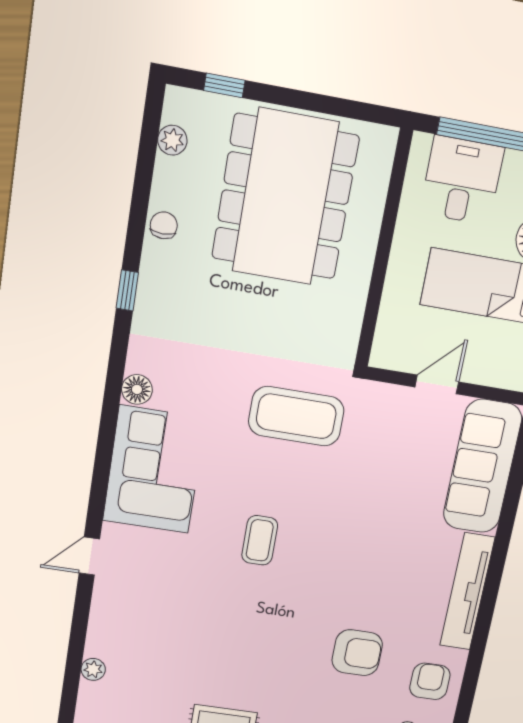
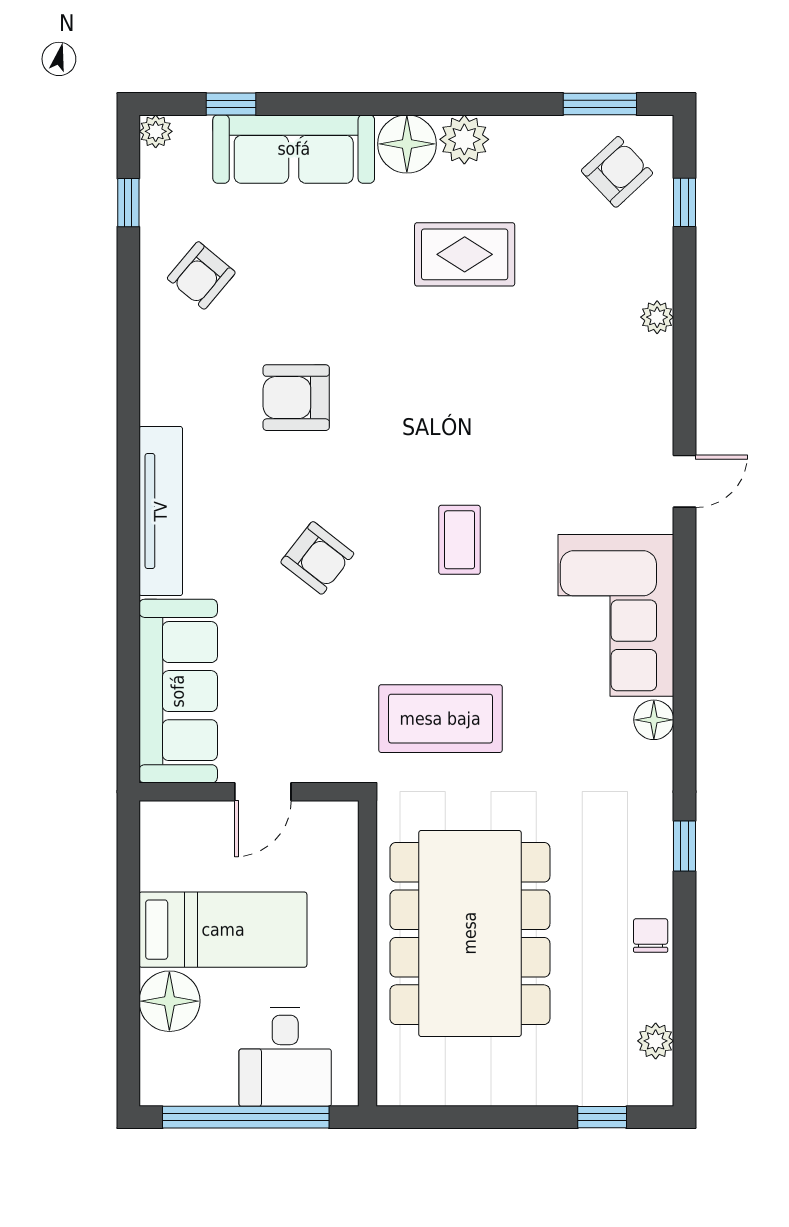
dining table: (285, 197) -> (470, 933), moved
chair: (164, 225) -> (651, 936), turned 180
armchair: (430, 681) -> (317, 558), moved, turned -52

